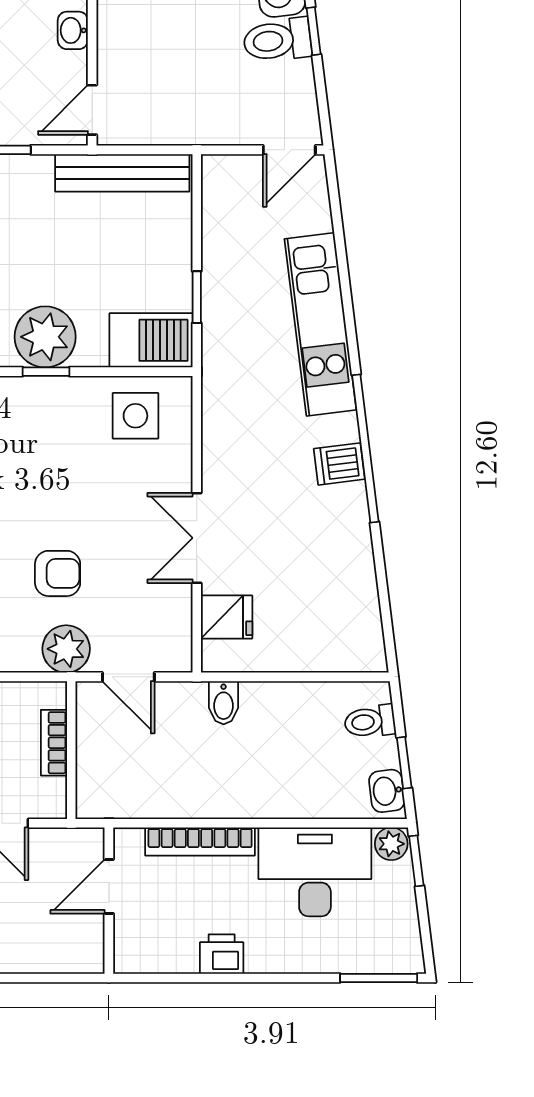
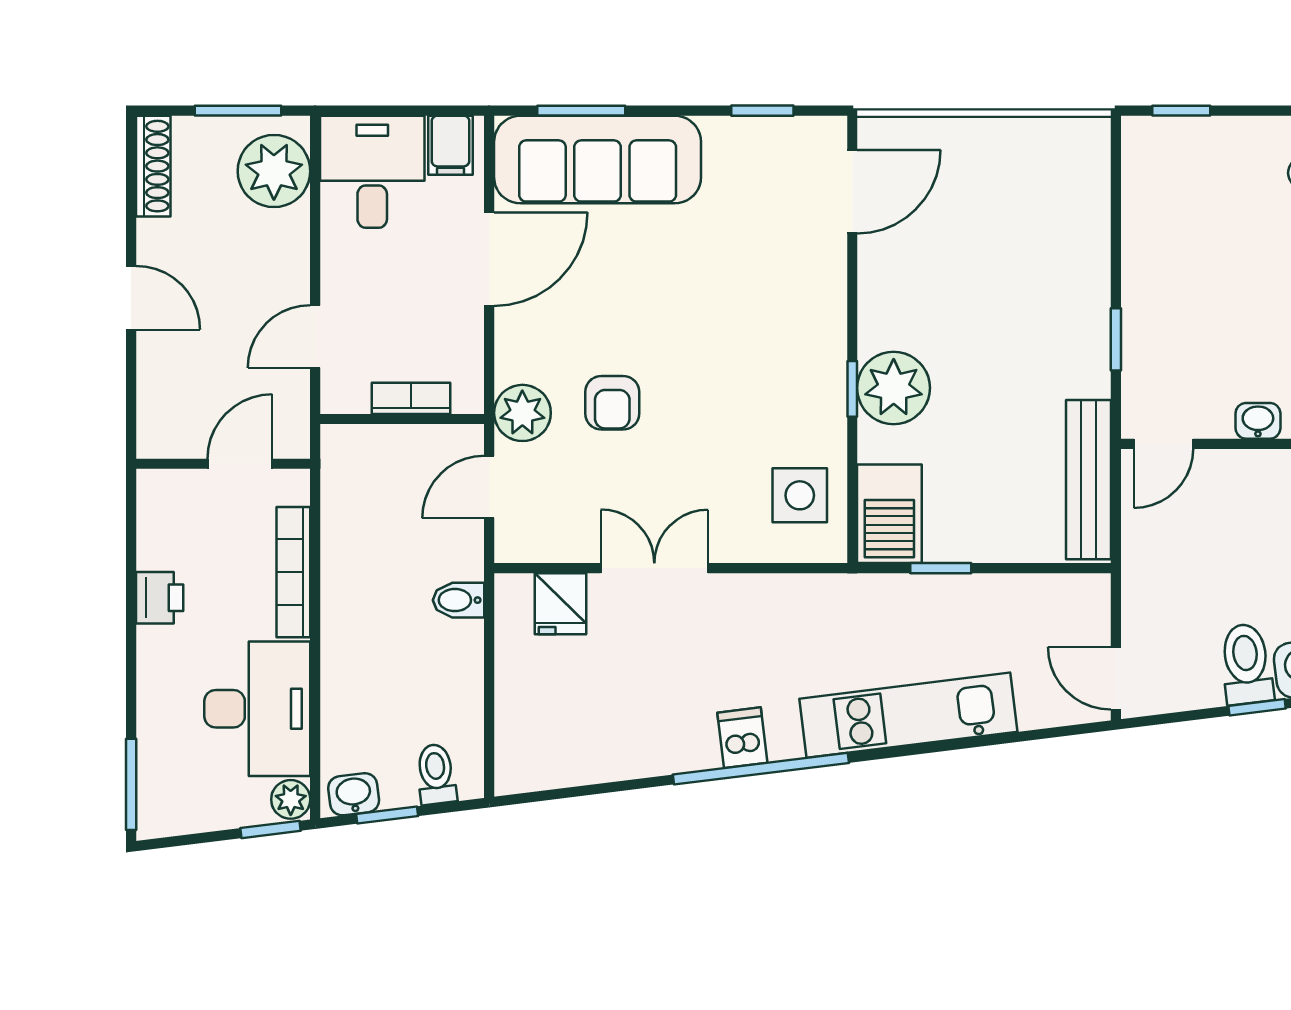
door: (92, 110) -> (1163, 444), swing flipped
door: (109, 887) -> (240, 464), hinge flipped

